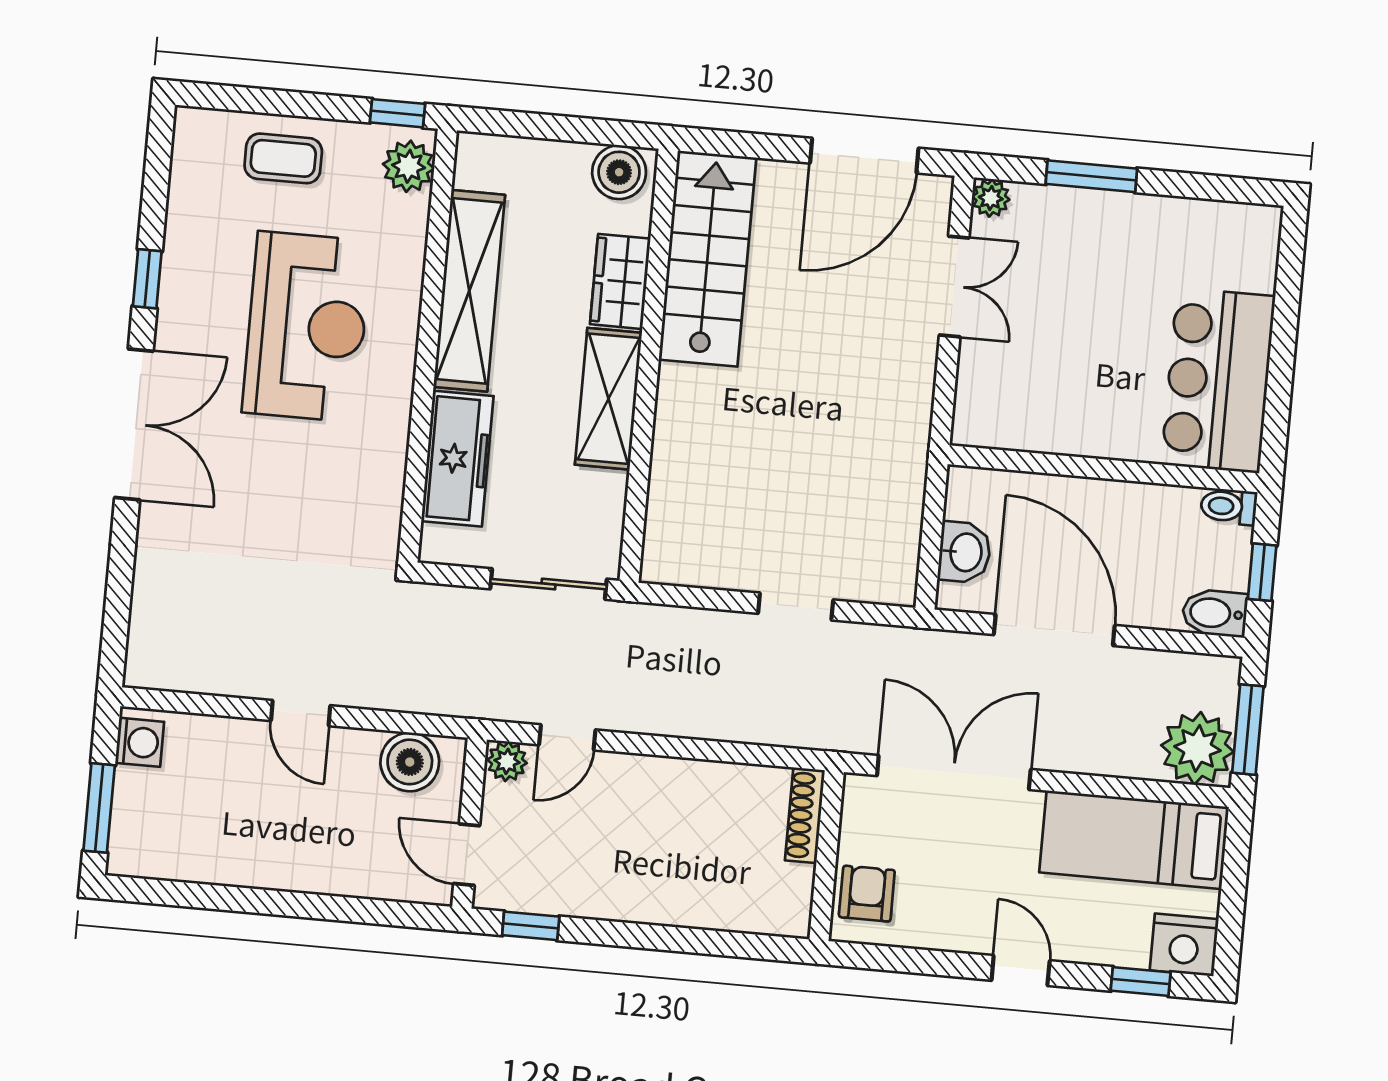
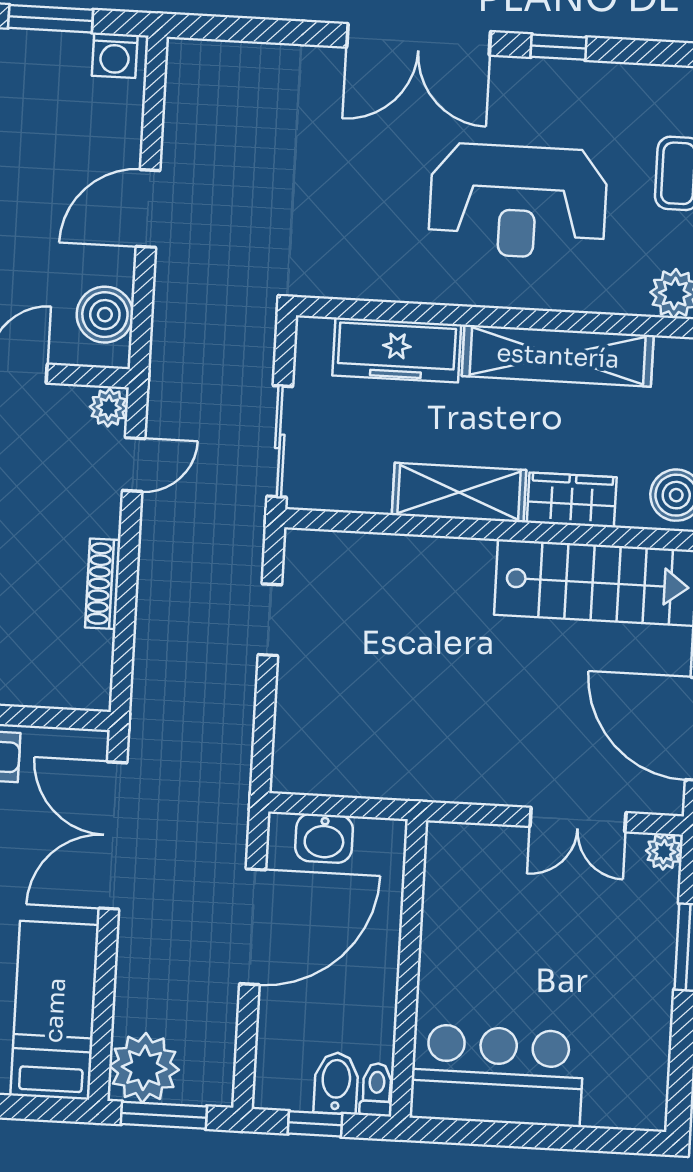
doorway: (796, 607) -> (270, 620), moved
bidet: (1215, 613) -> (336, 1083), moved
door: (301, 713) -> (148, 209), width x1.37
door: (567, 737) -> (134, 464), swing flipped
double door: (954, 773) -> (113, 835), swing flipped
shoe rack: (805, 815) -> (103, 584), moved, turned -90

